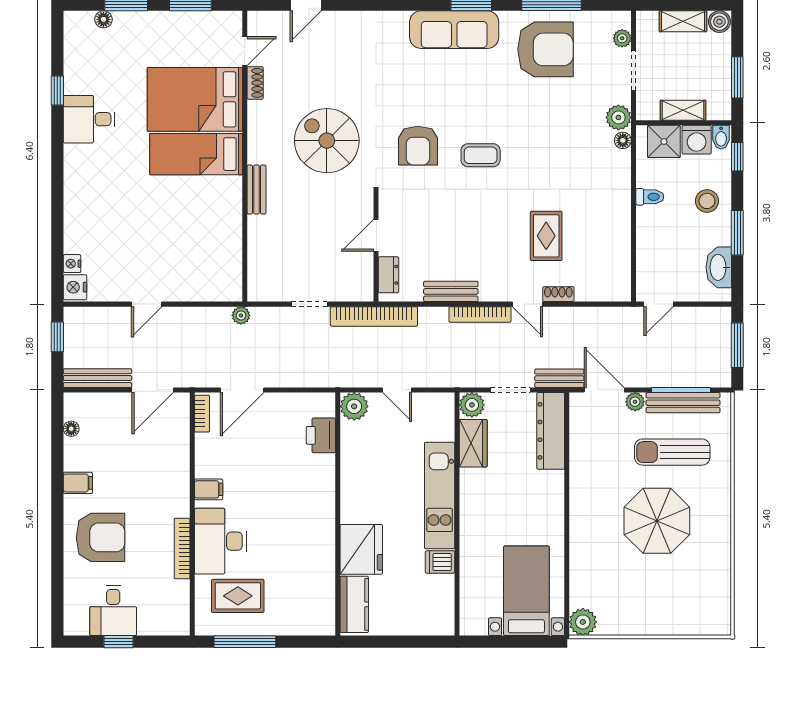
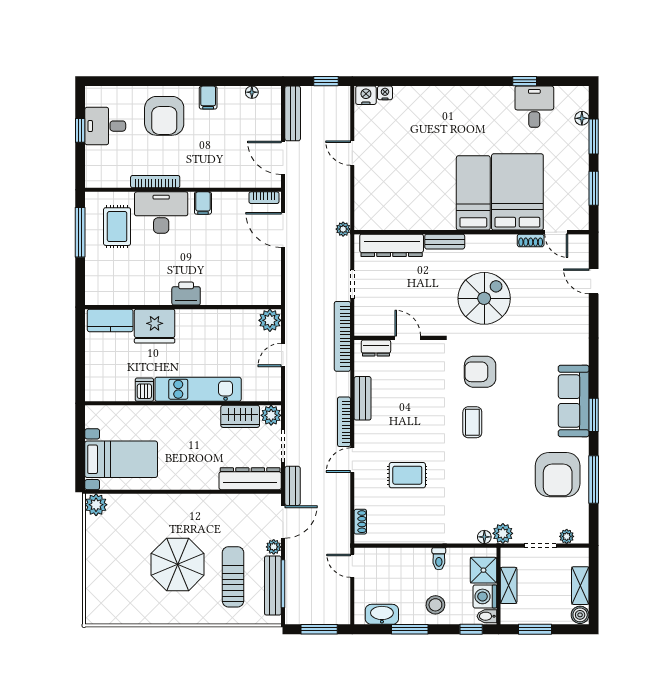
desk: (89, 119) -> (534, 107), moved
dresser: (261, 255) -> (392, 245), added
shoe rack: (558, 294) -> (360, 522), moved
printer: (321, 435) -> (186, 294), moved

